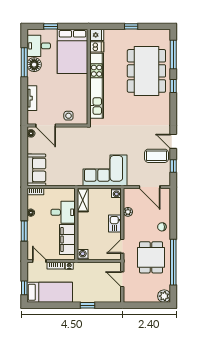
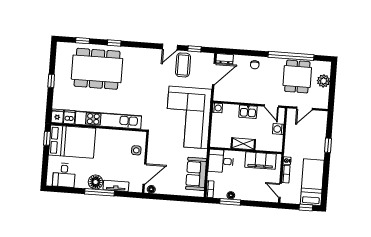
window: (51, 26) -> (47, 138), moved
window: (173, 55) -> (83, 41), width x0.46
window: (24, 62) -> (99, 192), moved
floor lamp: (34, 65) -> (96, 182), moved
sofa: (36, 170) -> (196, 174), moved, turned -90
corner sofa: (105, 170) -> (188, 117), width x1.36, depth x1.36
dresser: (166, 197) -> (225, 59), added
shelving: (83, 200) -> (243, 144), moved
desk: (63, 212) -> (221, 161), moved, turned -90
plant: (128, 212) -> (237, 98), removed
window: (24, 231) -> (230, 202), moved
washing machine: (83, 255) -> (278, 129), moved
dining table: (151, 257) -> (297, 77), moved, turned 90
door: (39, 261) -> (280, 190), hinge flipped
plant: (164, 296) -> (323, 81), moved

